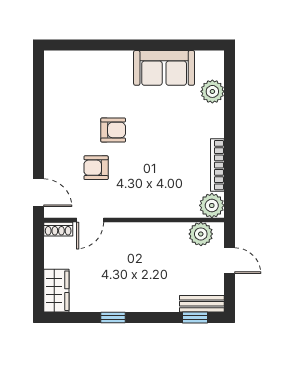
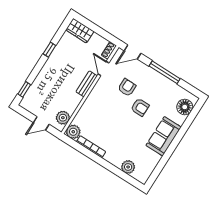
floor lamp: (71, 64) -> (185, 107), added
sofa: (164, 68) -> (164, 136), moved
window: (38, 126) -> (165, 72), added
armchair: (113, 130) -> (140, 107), turned -90
bench: (202, 304) -> (87, 84), moved

